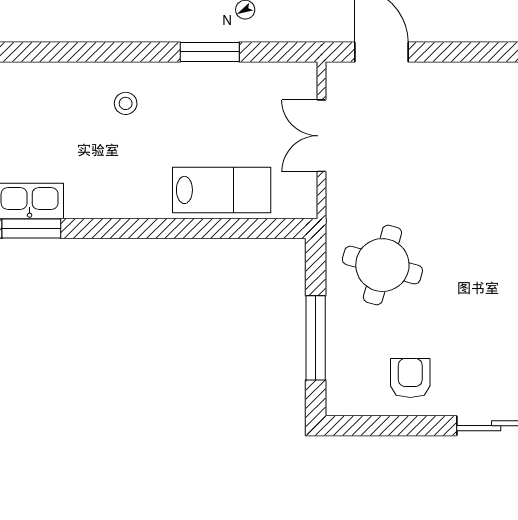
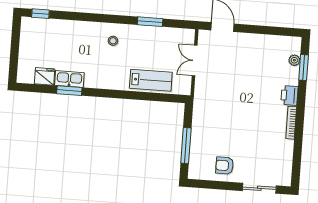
round table: (382, 265) -> (216, 117), removed
armchair: (410, 378) -> (225, 165), turned -90

